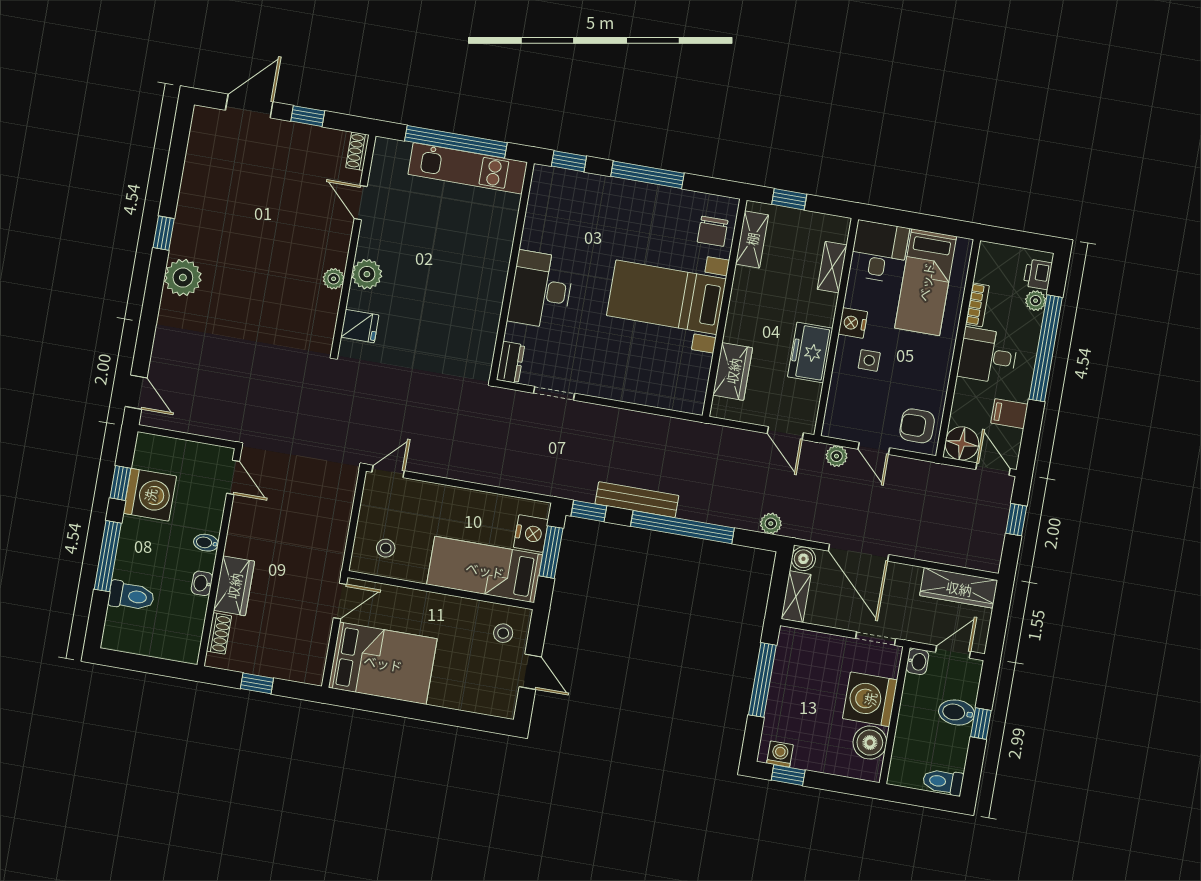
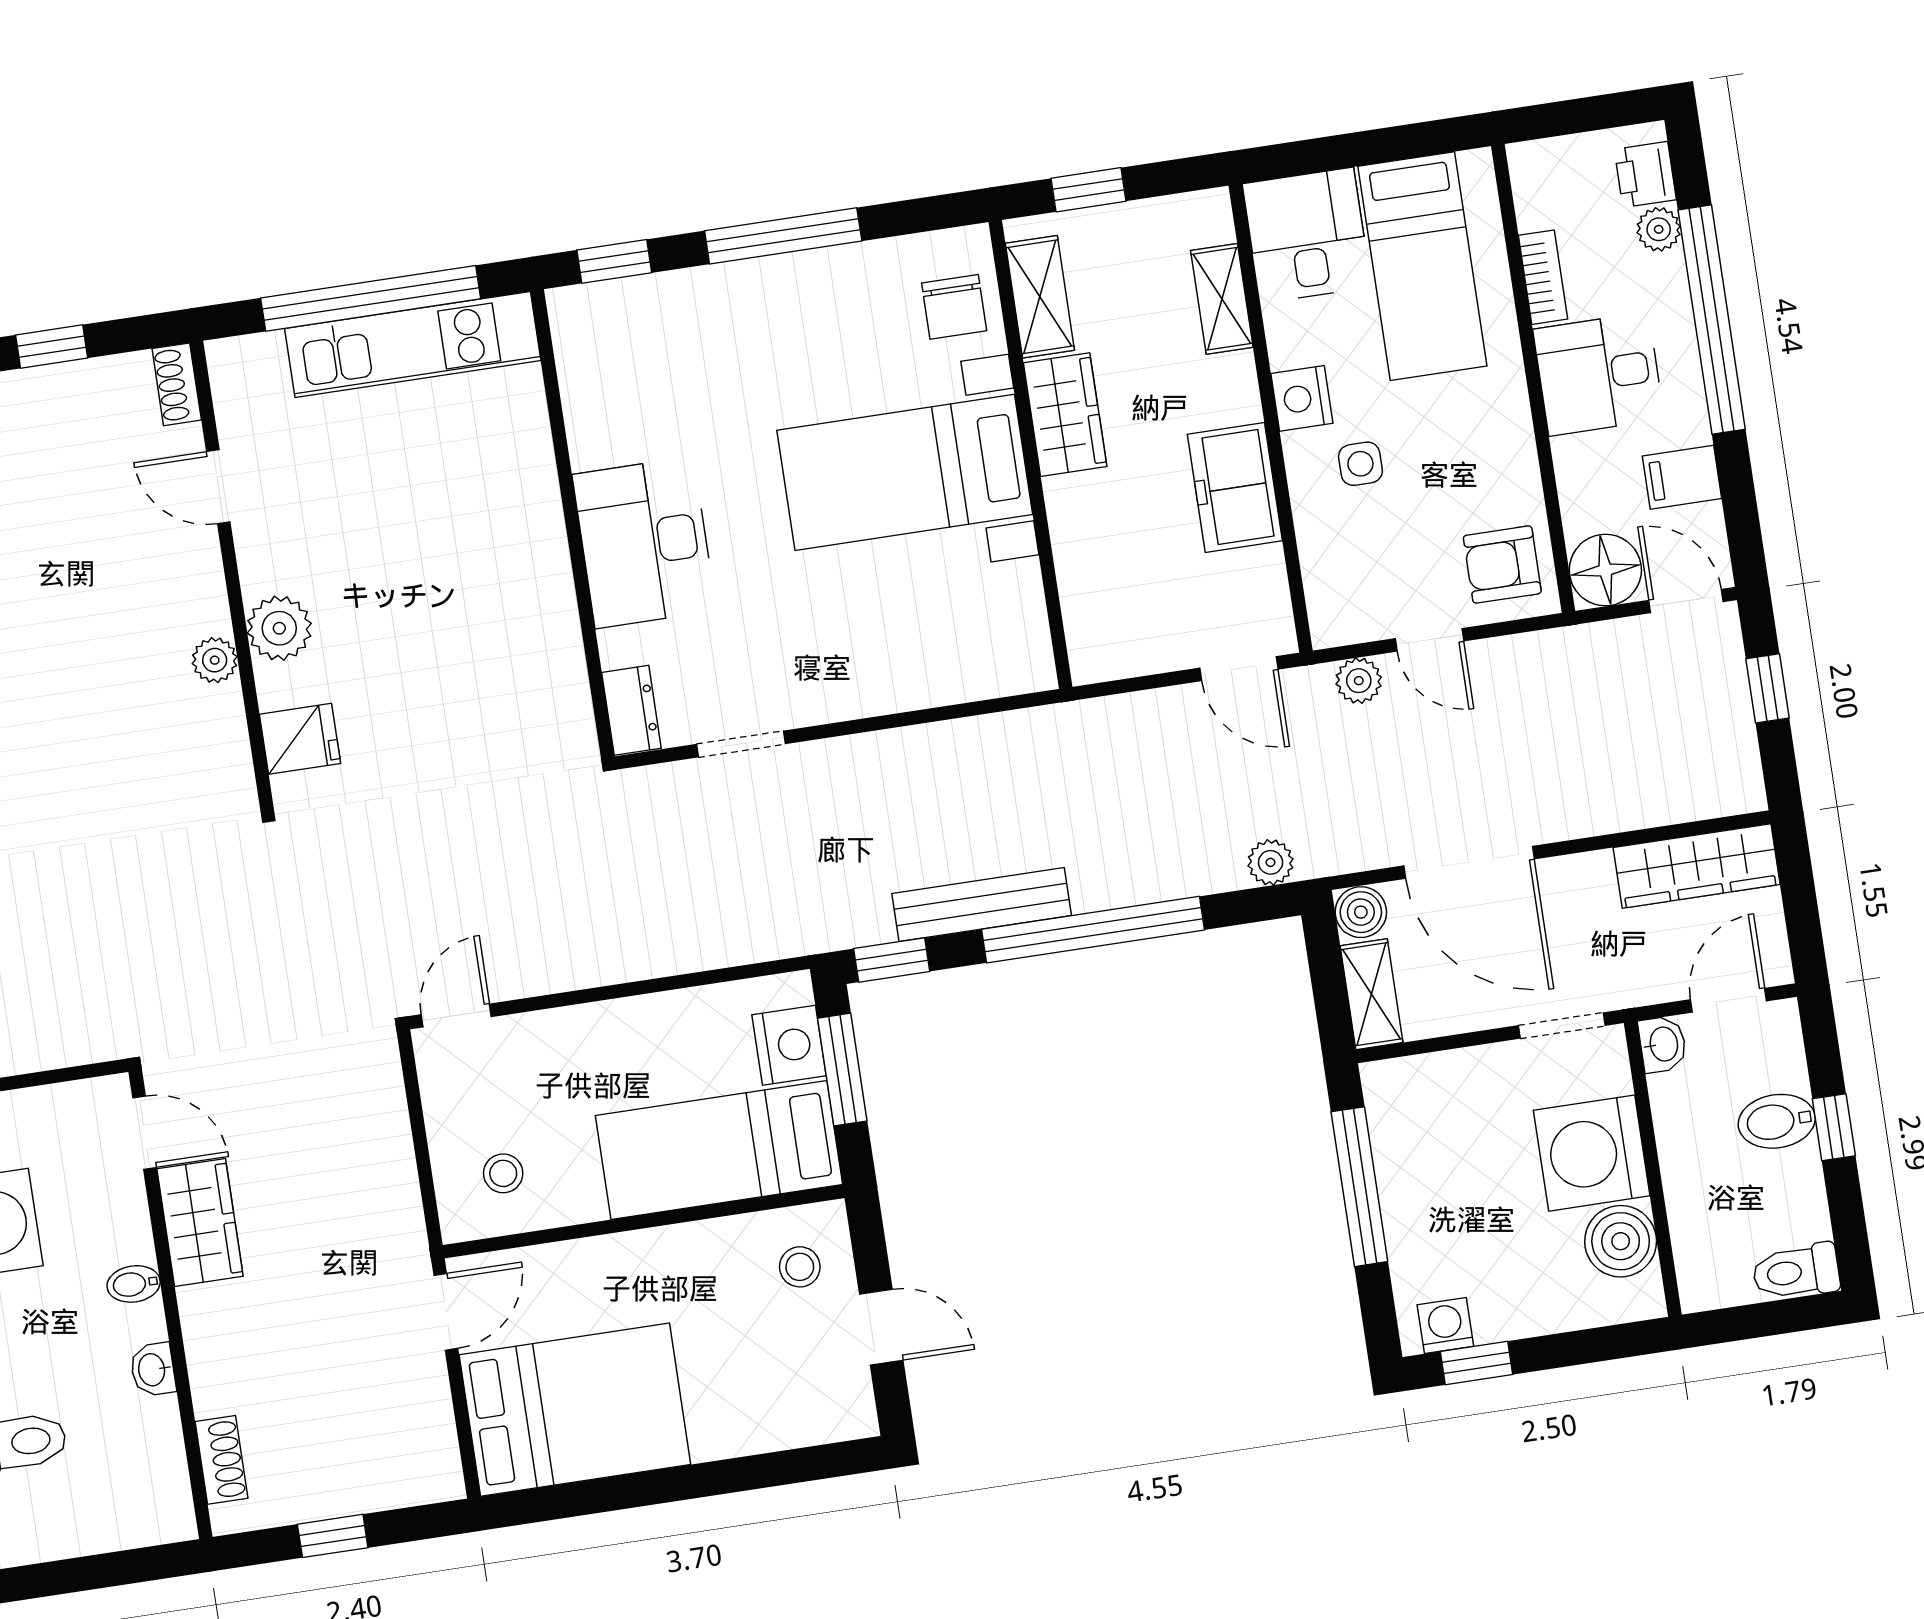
wardrobe: (733, 371) -> (1065, 415), moved
wardrobe: (234, 586) -> (200, 1223), moved

